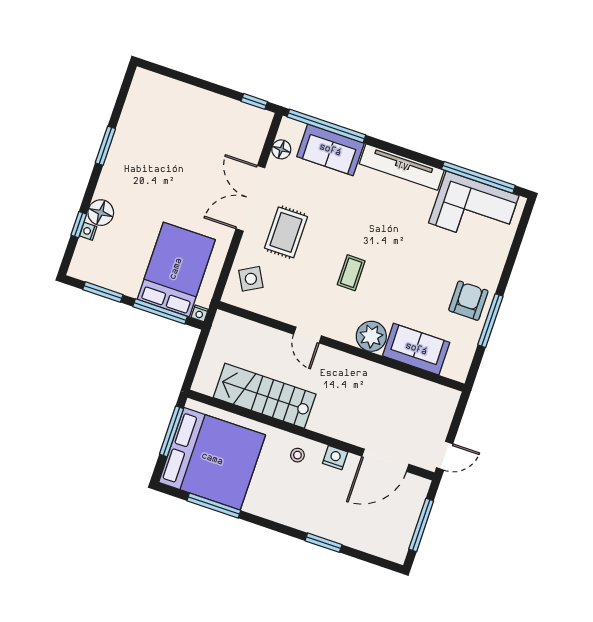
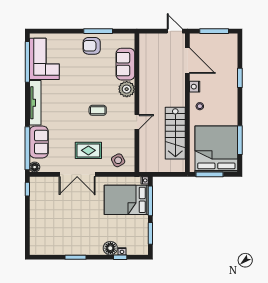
floor lamp: (281, 149) -> (35, 167), moved

